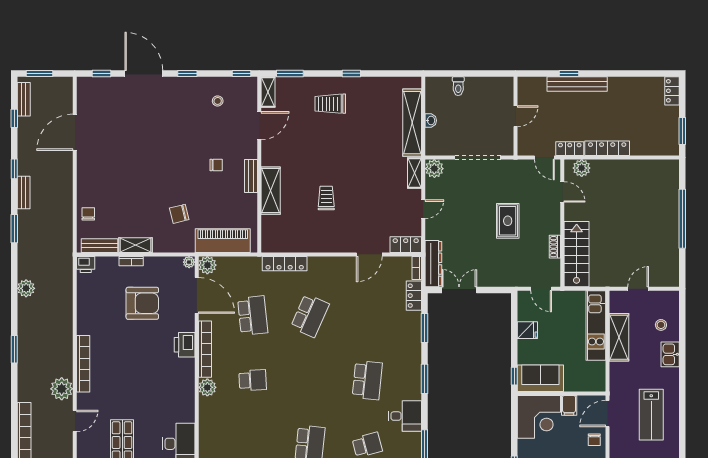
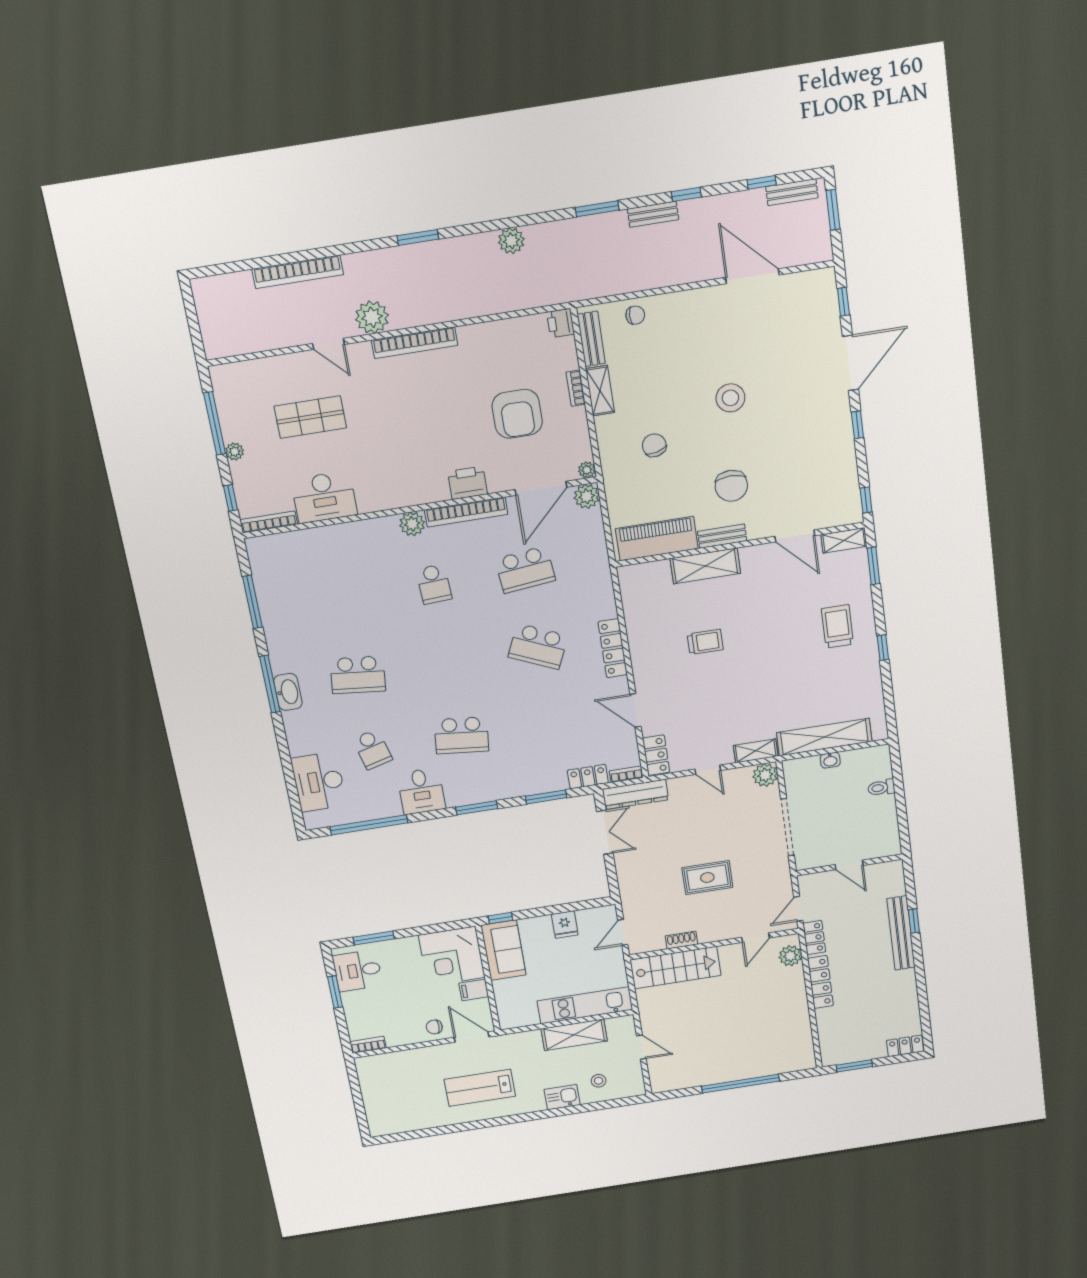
stool: (218, 101) -> (730, 398), moved, width x1.89, depth x1.89
chair: (216, 165) -> (731, 486), width x1.87, depth x1.87
piano: (223, 241) -> (657, 539), moved, turned -90
locker: (285, 264) -> (613, 648), moved

